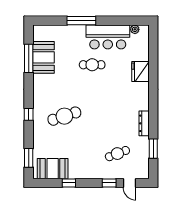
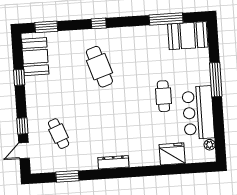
booth: (43, 57) -> (188, 36), moved
fridge: (140, 71) -> (172, 154), moved
dresser: (144, 123) -> (113, 162), moved

